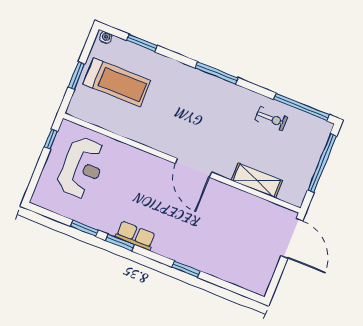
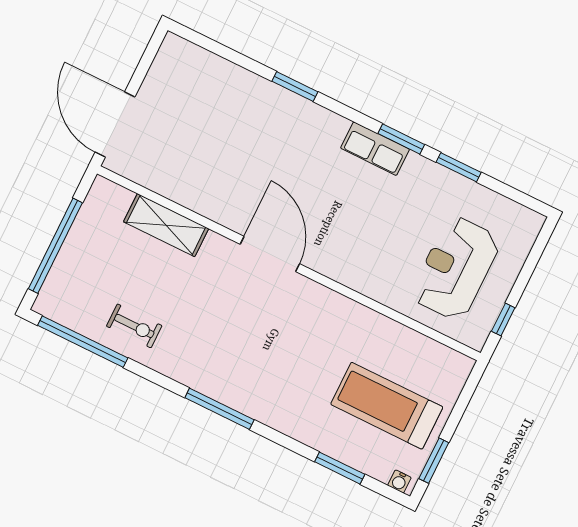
window: (76, 76) -> (434, 461), moved
exercise bike: (271, 119) -> (134, 326), turned 180

